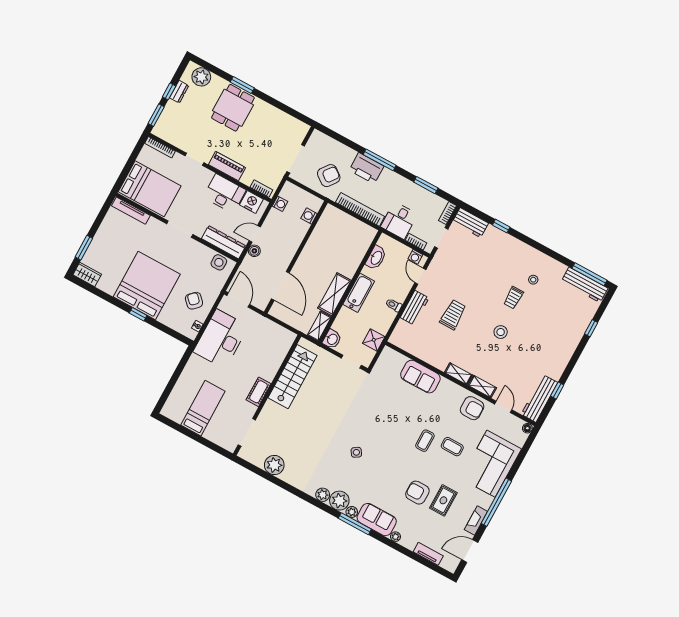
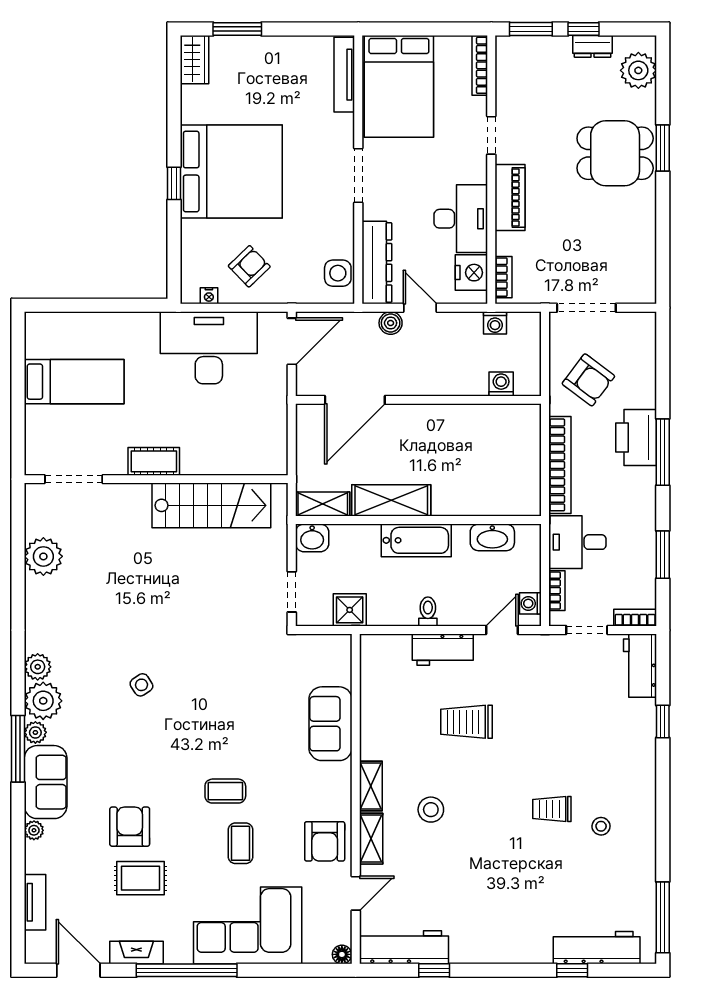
workbench: (585, 285) -> (597, 948), moved, turned 90
trolley: (453, 315) -> (467, 722), turned 180
stool: (501, 332) -> (431, 810), moved

